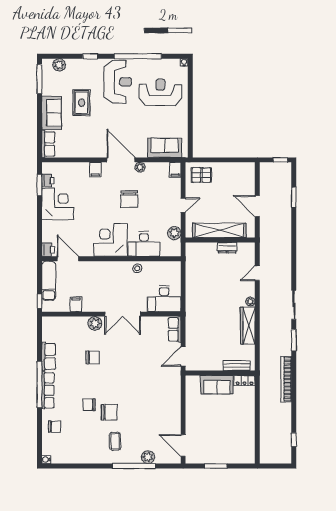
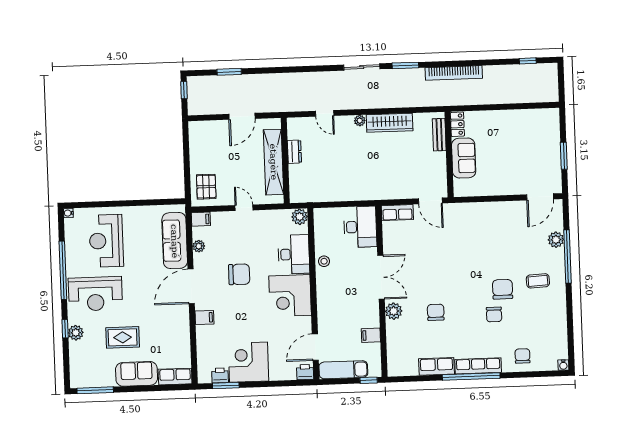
plant: (59, 65) -> (76, 333), moved
reception desk: (118, 82) -> (95, 294), turned 180
sofa: (165, 148) -> (175, 241), width x1.36
plant: (140, 167) -> (199, 246), moved
plant: (174, 233) -> (300, 217), moved

